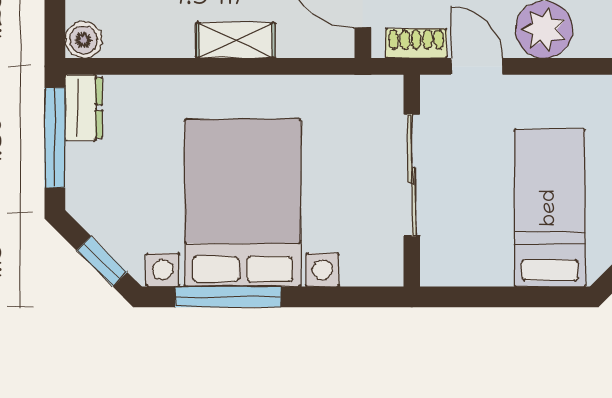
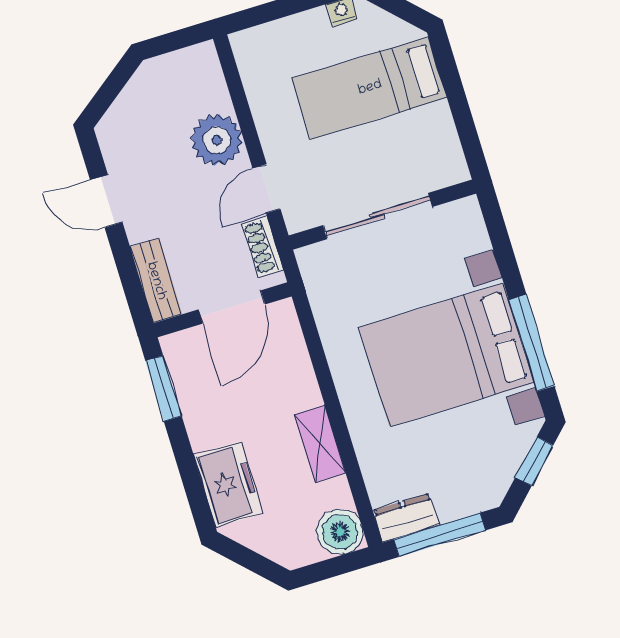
boiler: (84, 40) -> (340, 532), width x1.36, depth x1.36
shelving: (235, 41) -> (320, 444), moved

